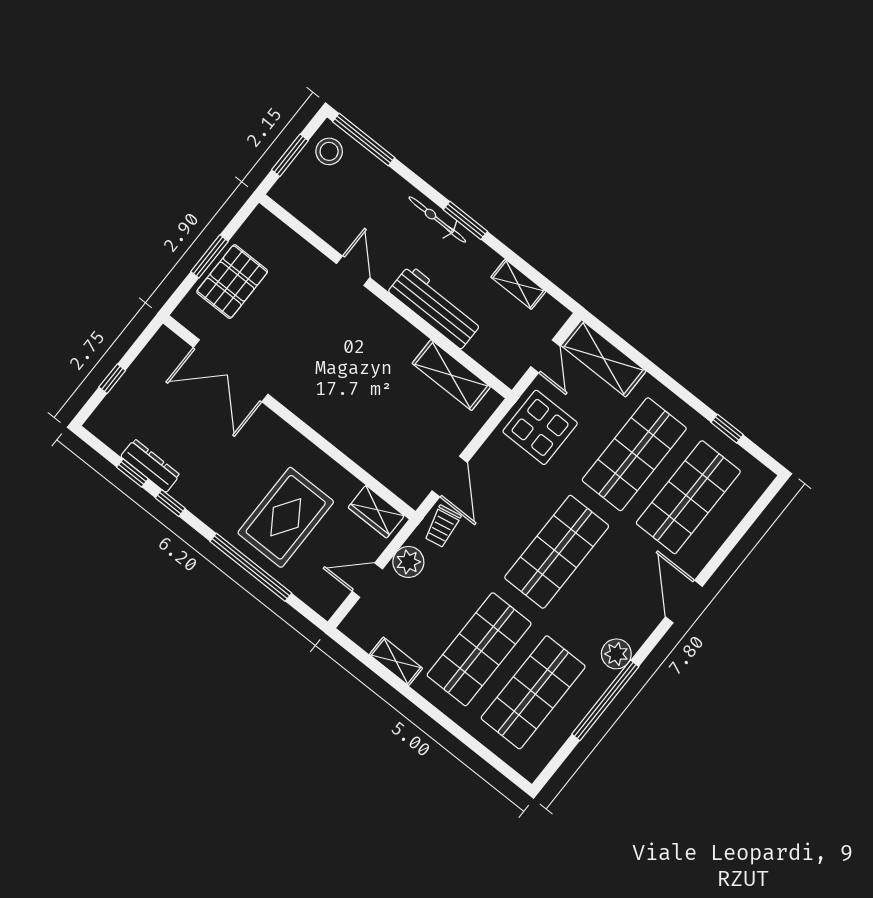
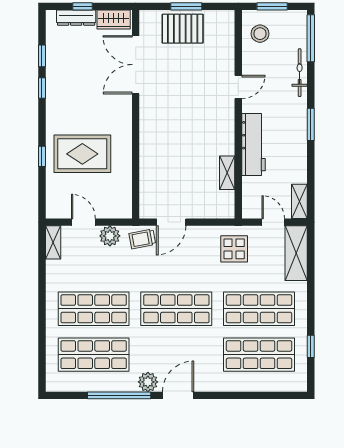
stool: (329, 151) -> (260, 34), moved
bicycle: (437, 219) -> (300, 73), moved
shelving: (518, 284) -> (299, 201), moved
door: (545, 356) -> (273, 222), swing flipped
shelving: (451, 375) -> (227, 173), width x0.67, depth x0.75
display table: (540, 427) -> (234, 249), width x0.73, depth x0.73
dresser: (150, 466) -> (76, 18), moved, turned 90
wardrobe: (376, 512) -> (114, 20), moved, turned -90
window: (251, 567) -> (42, 156), width x0.32
door: (684, 602) -> (178, 395), moved
shelving: (396, 661) -> (53, 242), moved

